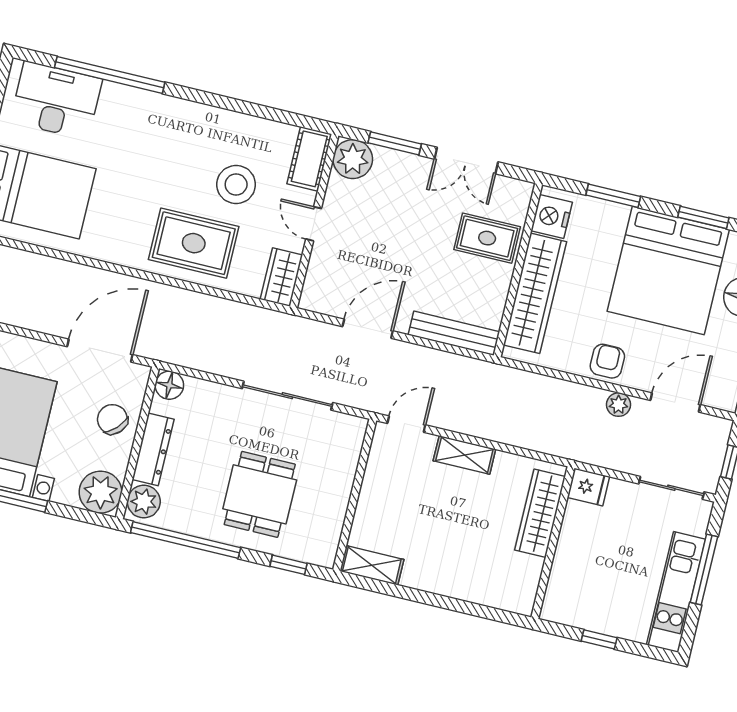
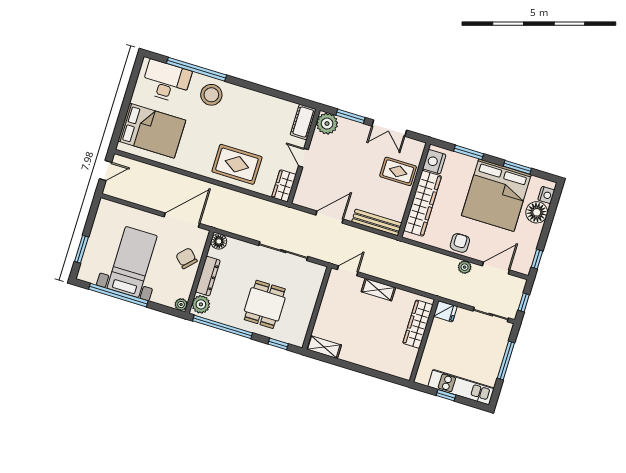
stool: (236, 184) -> (211, 95), moved
plant: (100, 492) -> (181, 305), width x0.53, depth x0.53
kitchen unit: (676, 592) -> (461, 387), moved, turned 90

